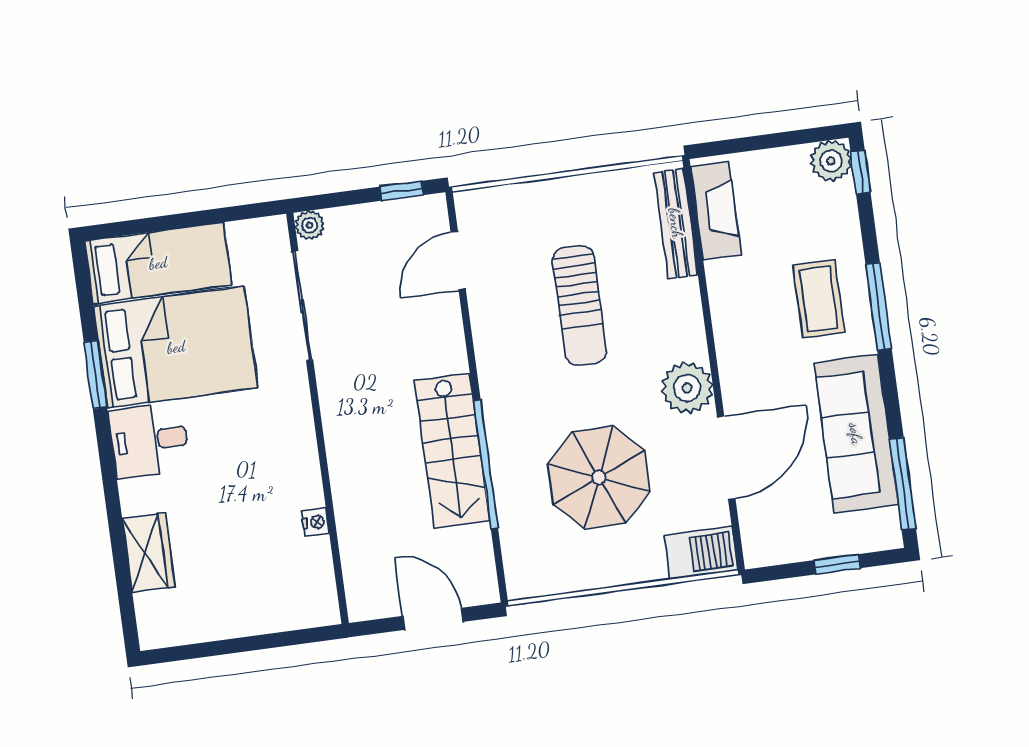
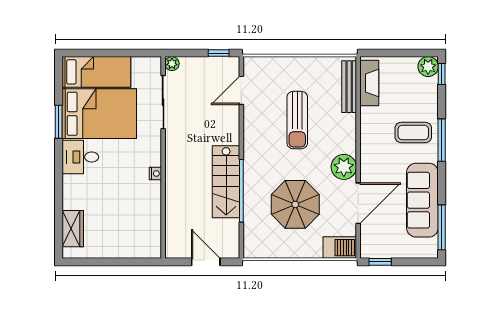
coffee table: (819, 299) -> (413, 133), turned 90
nightstand: (315, 522) -> (155, 174), moved
wardrobe: (149, 553) -> (73, 229), moved
window: (837, 564) -> (380, 262), moved

